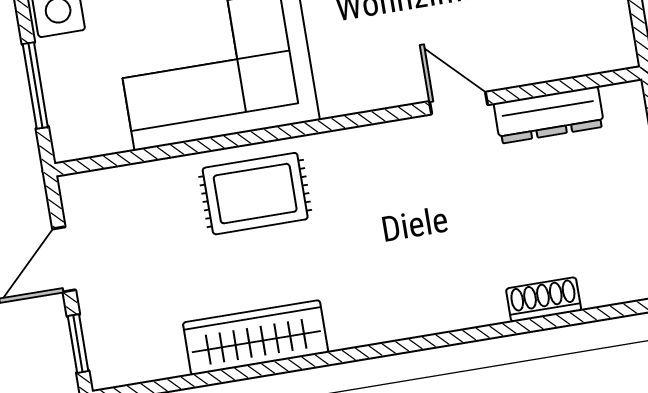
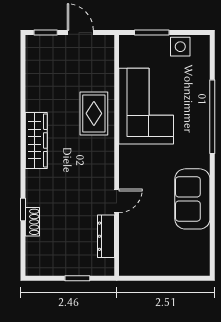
window: (517, 327) -> (23, 210), added
wardrobe: (256, 338) -> (36, 140), moved

